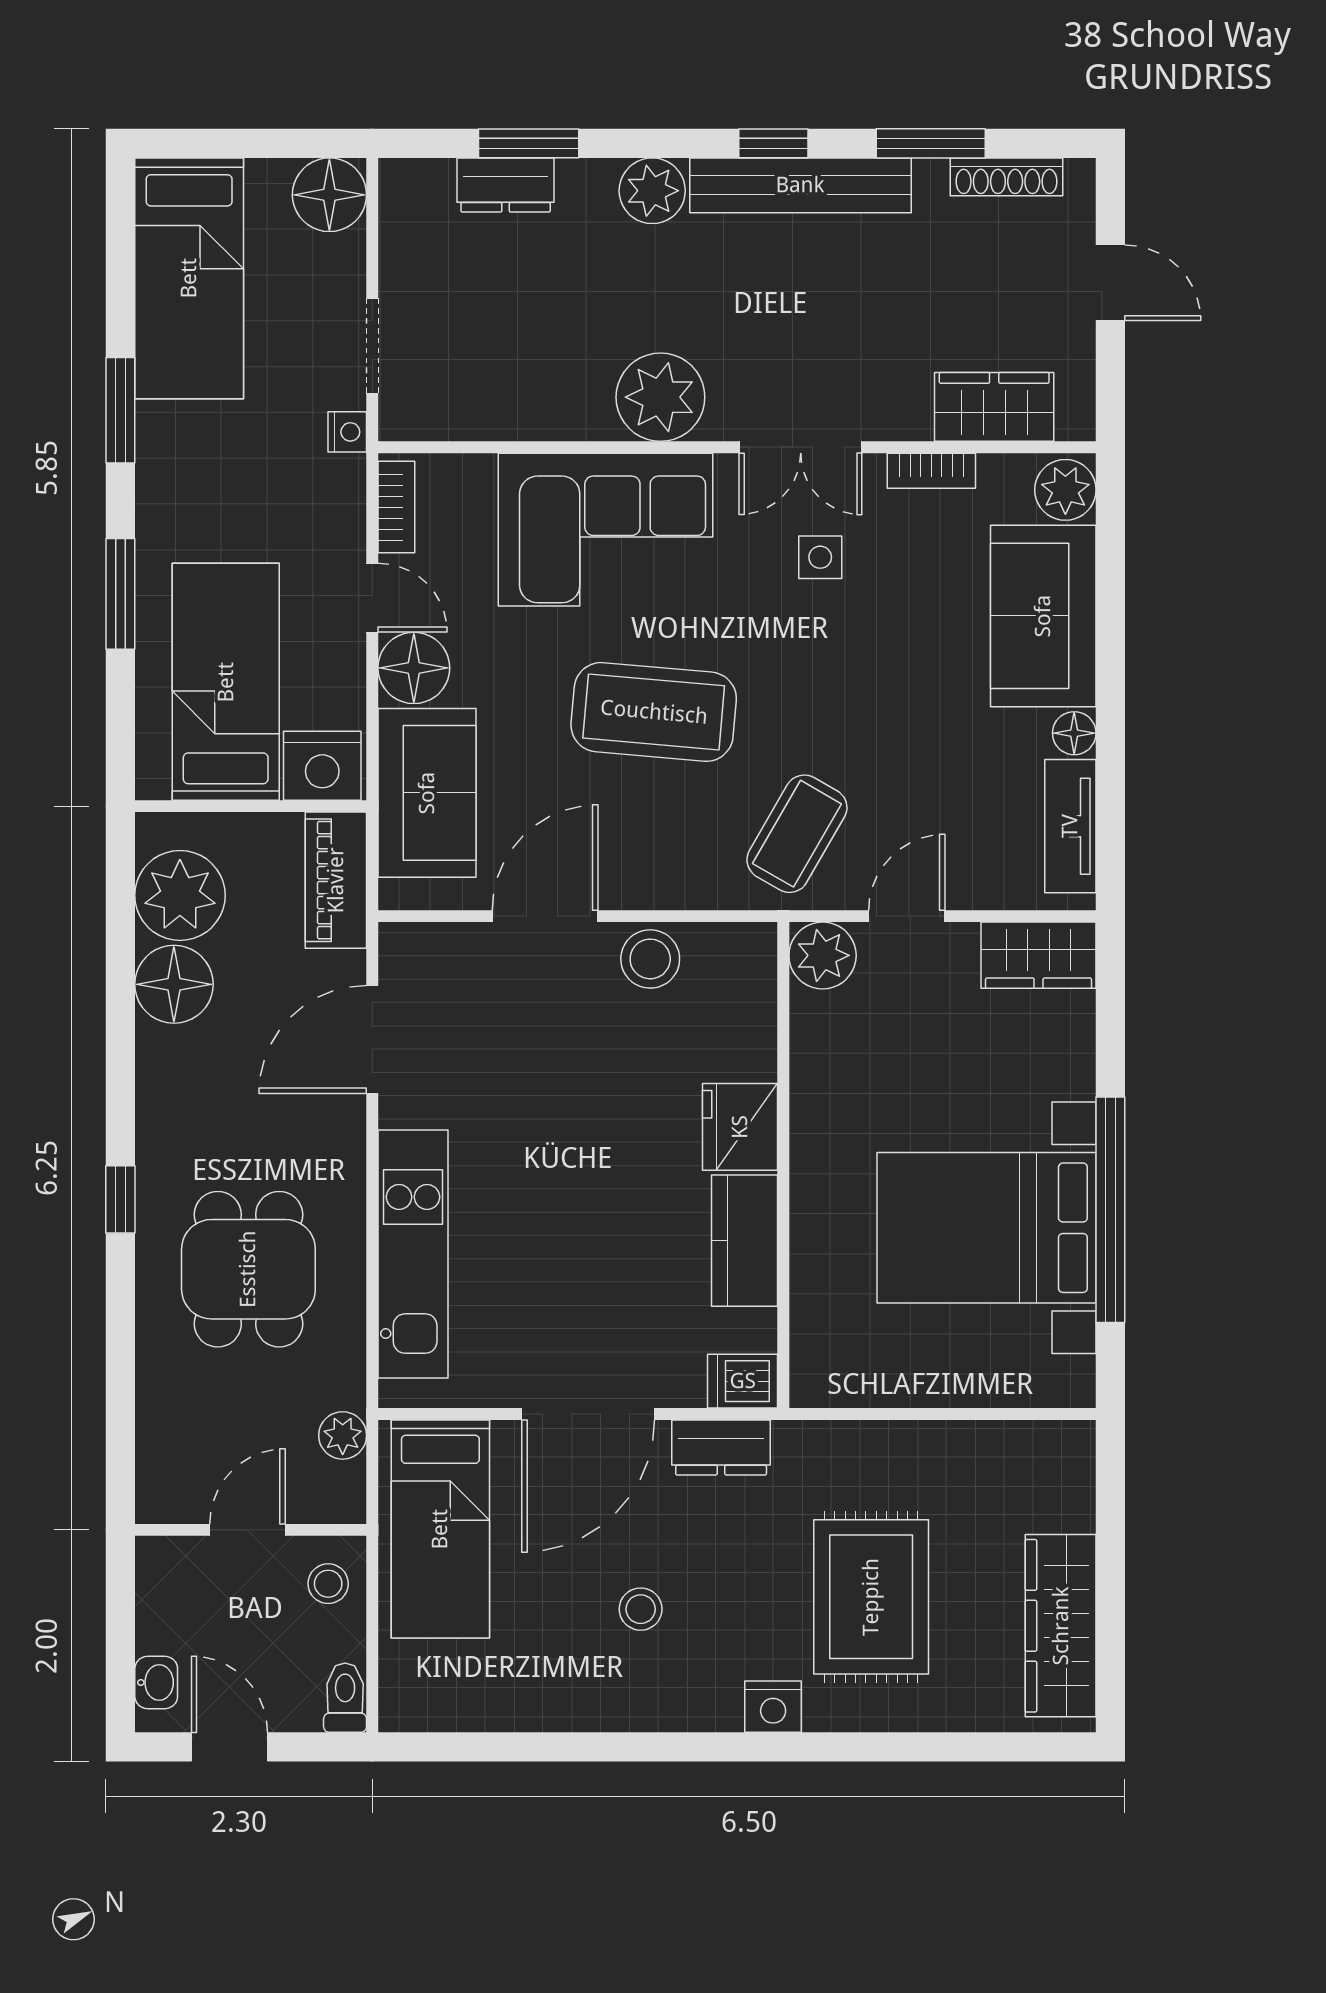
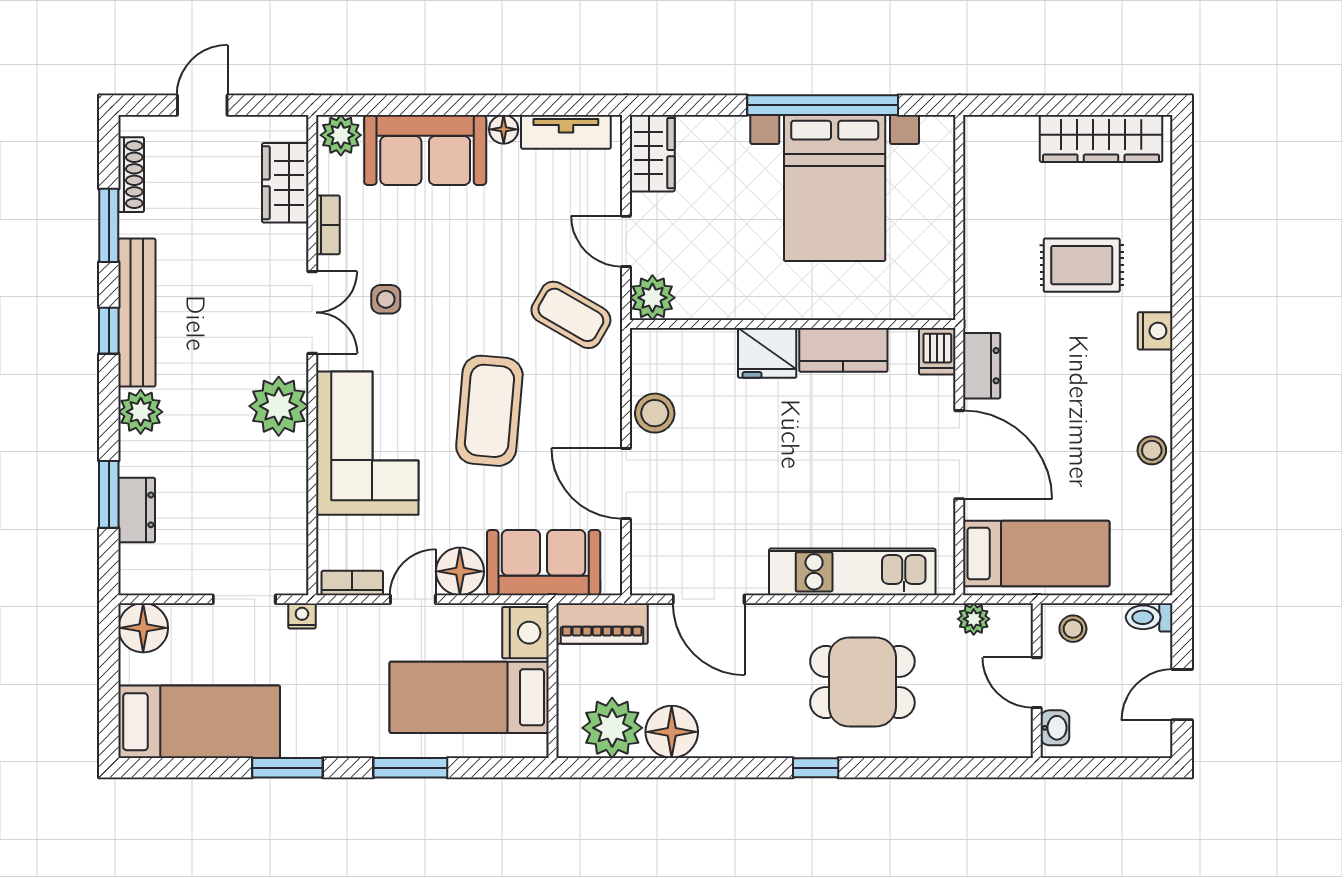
rug: (871, 1597) -> (1082, 265), width x0.73, depth x0.70
stool: (641, 1609) -> (1152, 450), moved
washbasin: (156, 1683) -> (1055, 728), moved, turned 90

